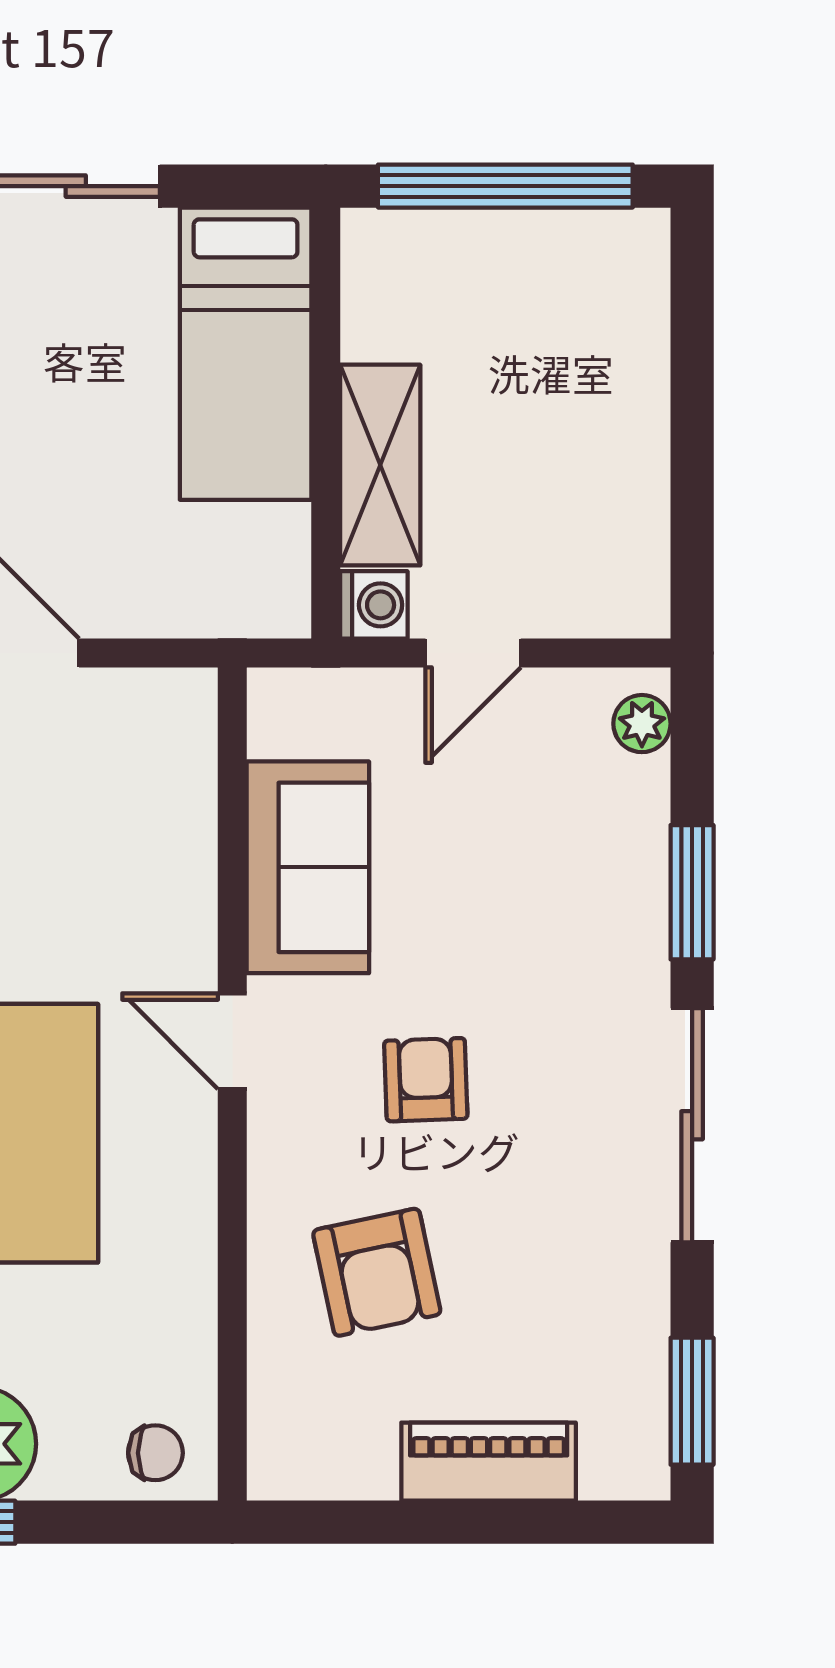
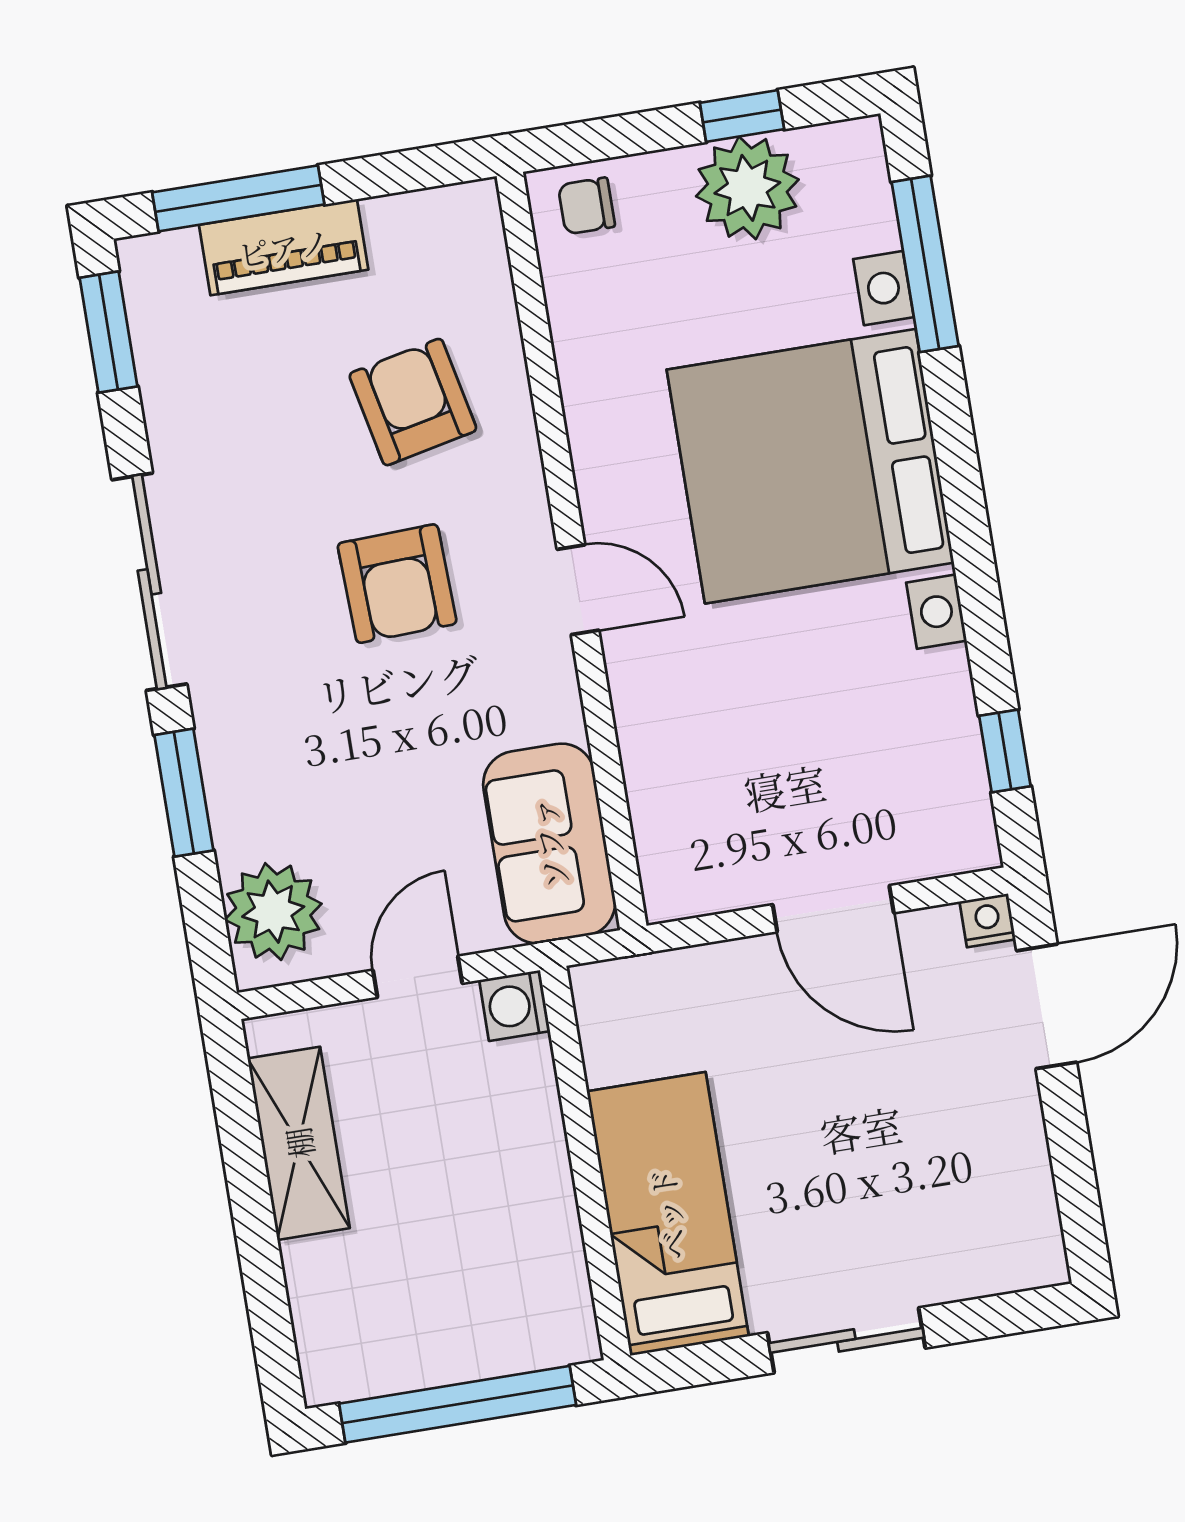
shelving: (380, 465) -> (299, 1143), moved
plant: (642, 724) -> (273, 912), width x1.87, depth x1.87
sofa: (308, 867) -> (549, 843), moved
armchair: (426, 1080) -> (397, 584), width x1.38, depth x1.38
window: (529, 1522) -> (238, 198), added

